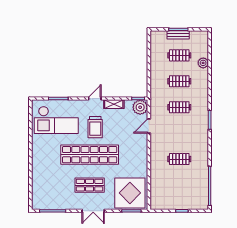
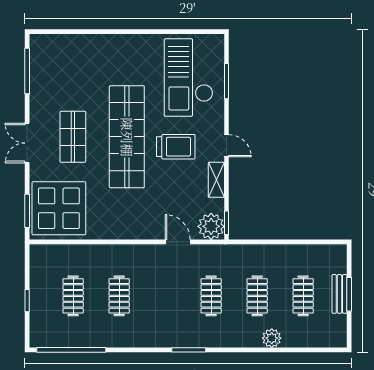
plant: (203, 63) -> (272, 338), moved
trolley: (95, 127) -> (176, 147), turned 180
clothes rail: (179, 185) -> (73, 296), added

